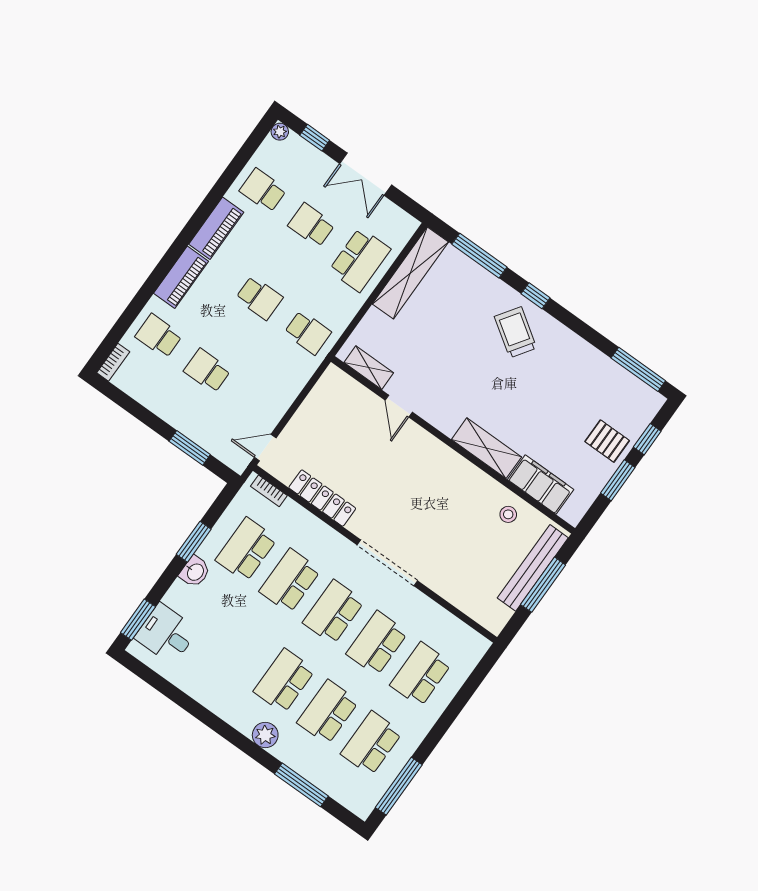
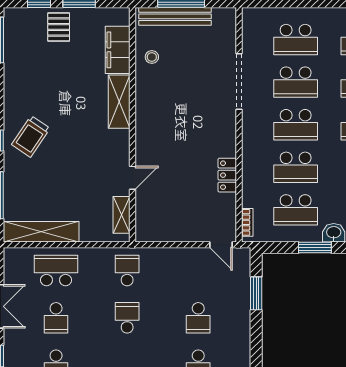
locker: (322, 498) -> (227, 175), width x0.66
doorway: (387, 563) -> (239, 81), moved

